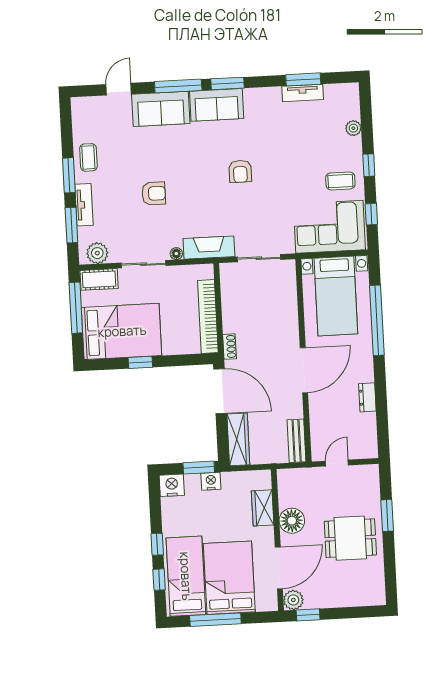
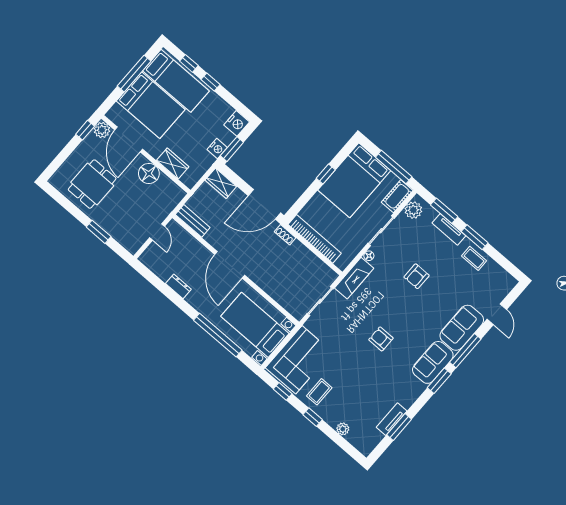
wardrobe: (238, 439) -> (221, 183), width x0.67
dining table: (350, 538) -> (92, 184), moved

